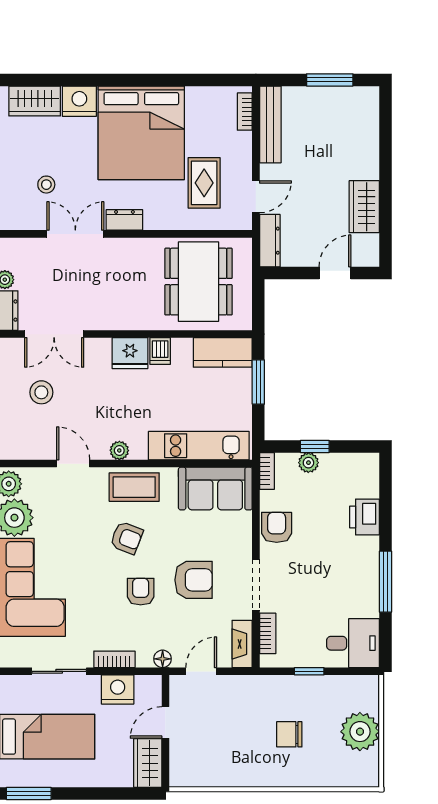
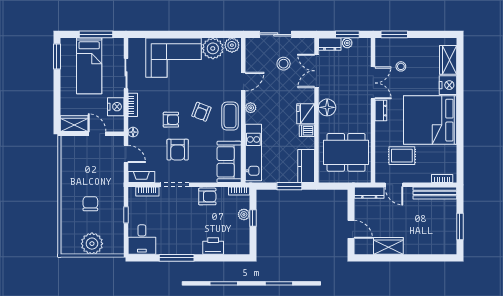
floor lamp: (119, 315) -> (327, 107), added

